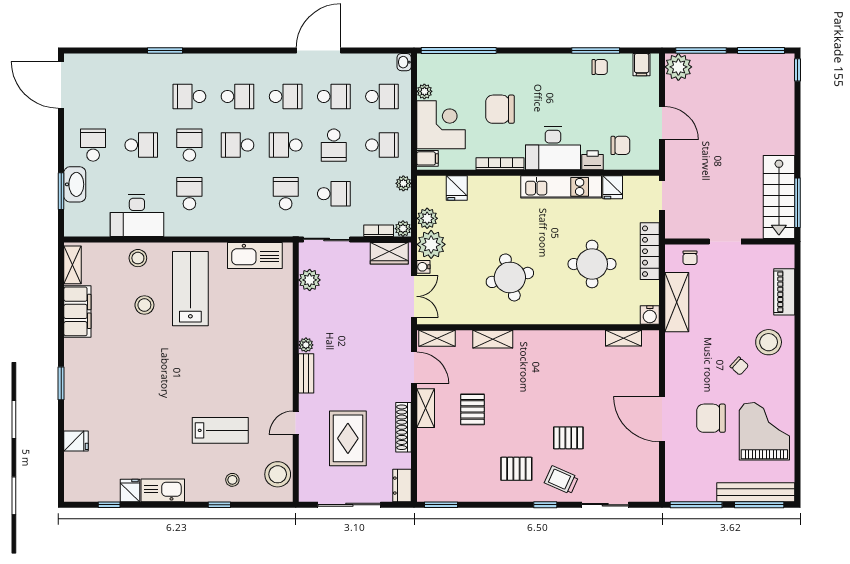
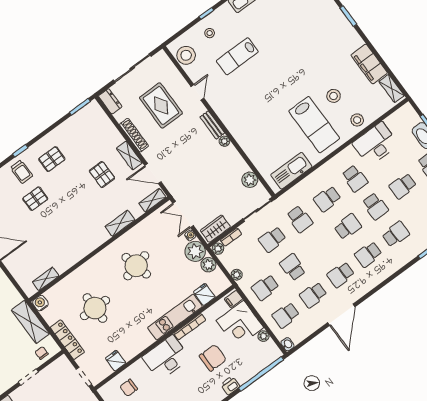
school desk: (286, 145) -> (327, 199), moved, turned 180
printer: (593, 160) -> (230, 386), moved, turned 180
kitchen unit: (561, 187) -> (175, 317), moved
trolley: (561, 480) -> (21, 172), turned 66

